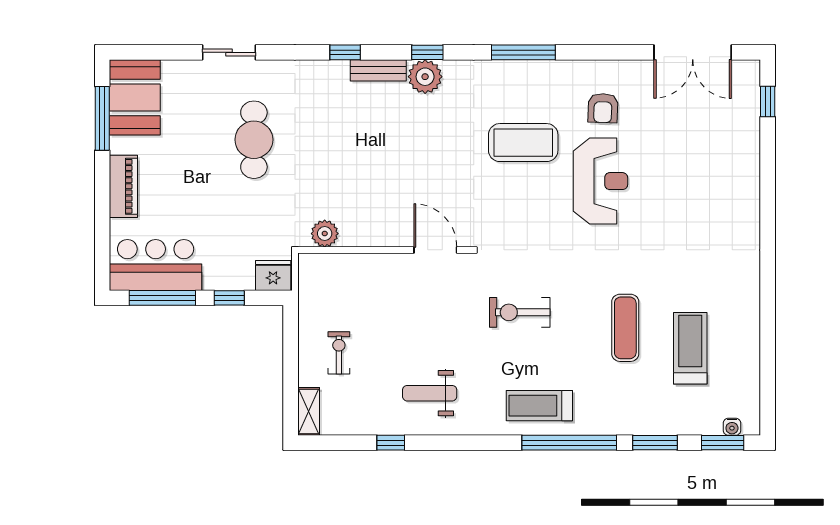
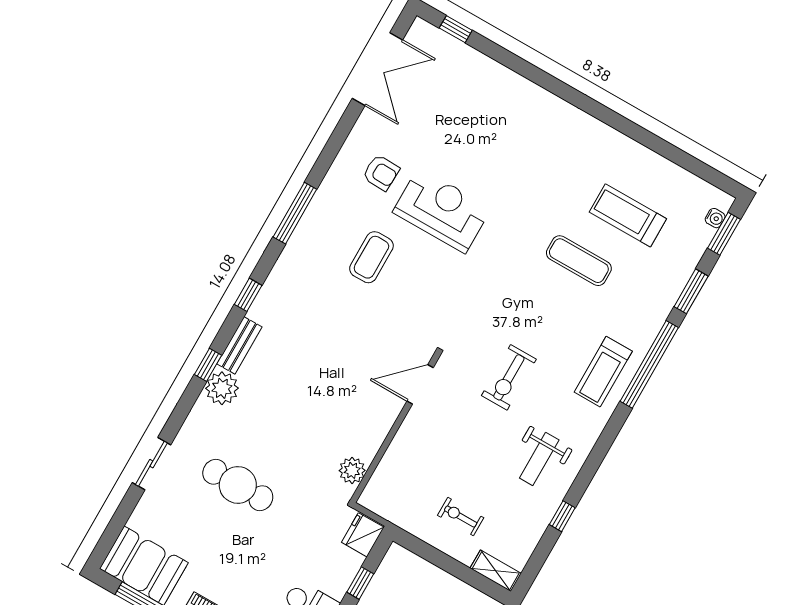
plant: (425, 77) -> (222, 388), moved
coffee table: (523, 143) -> (371, 257), width x0.73, depth x0.76
exercise bike: (520, 312) -> (509, 377), moved

